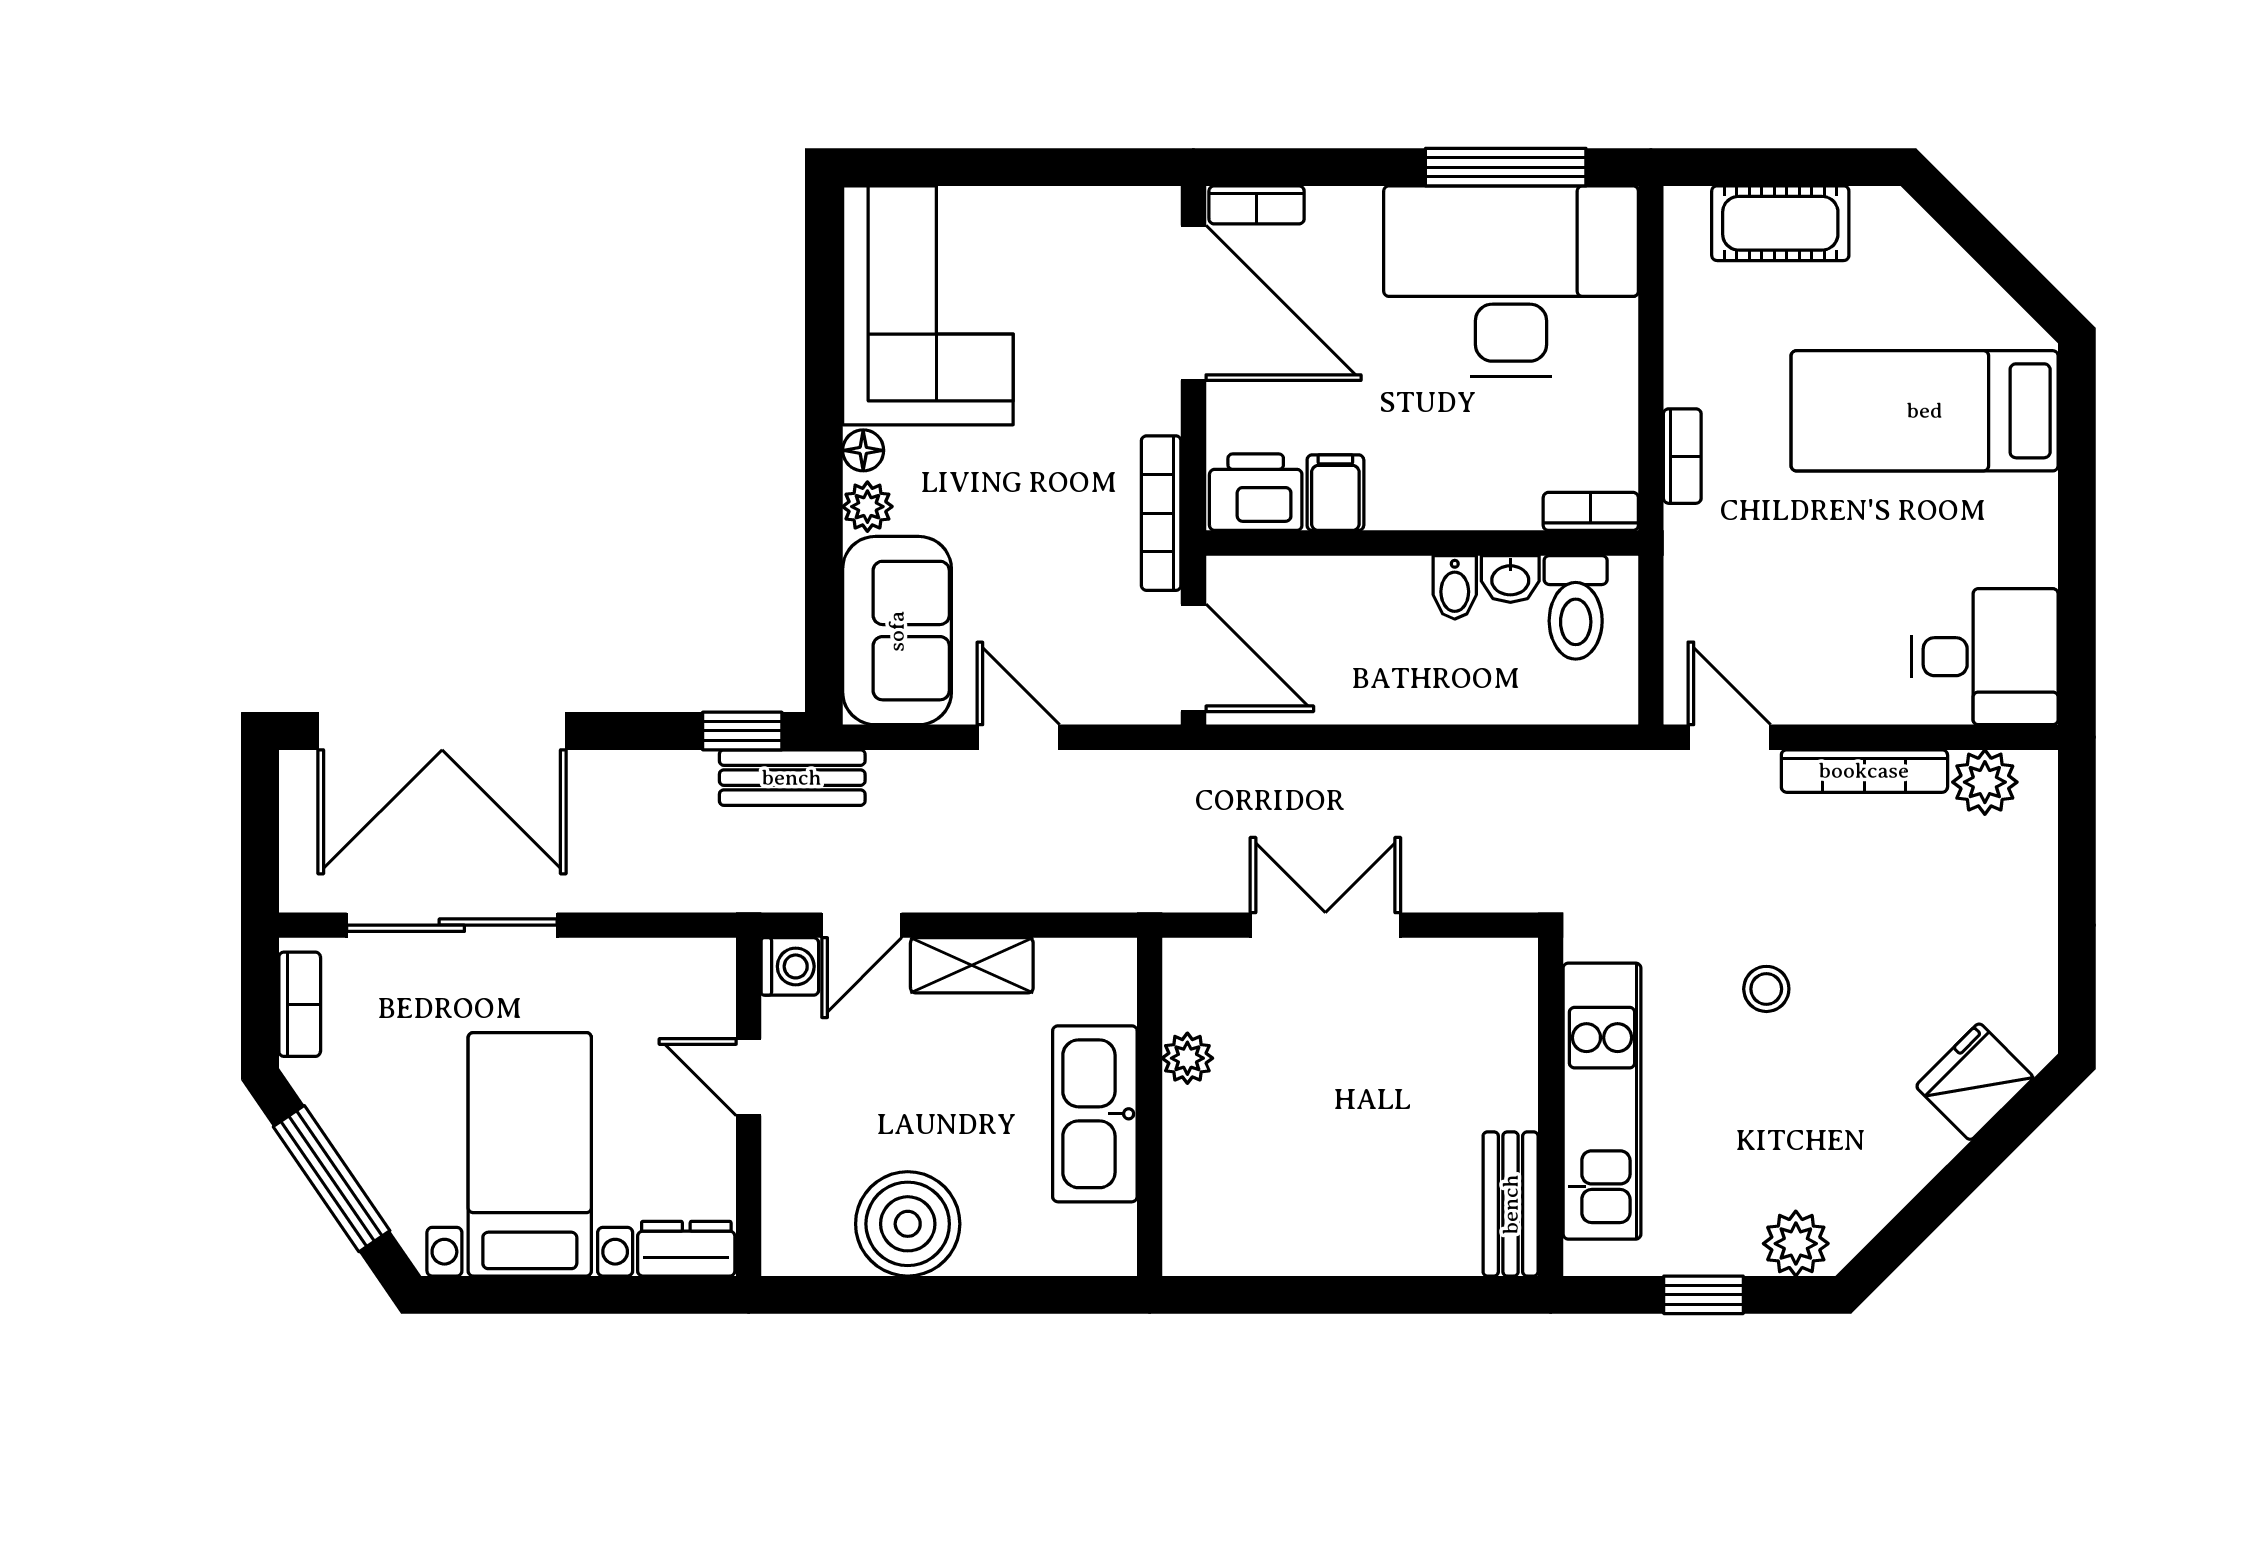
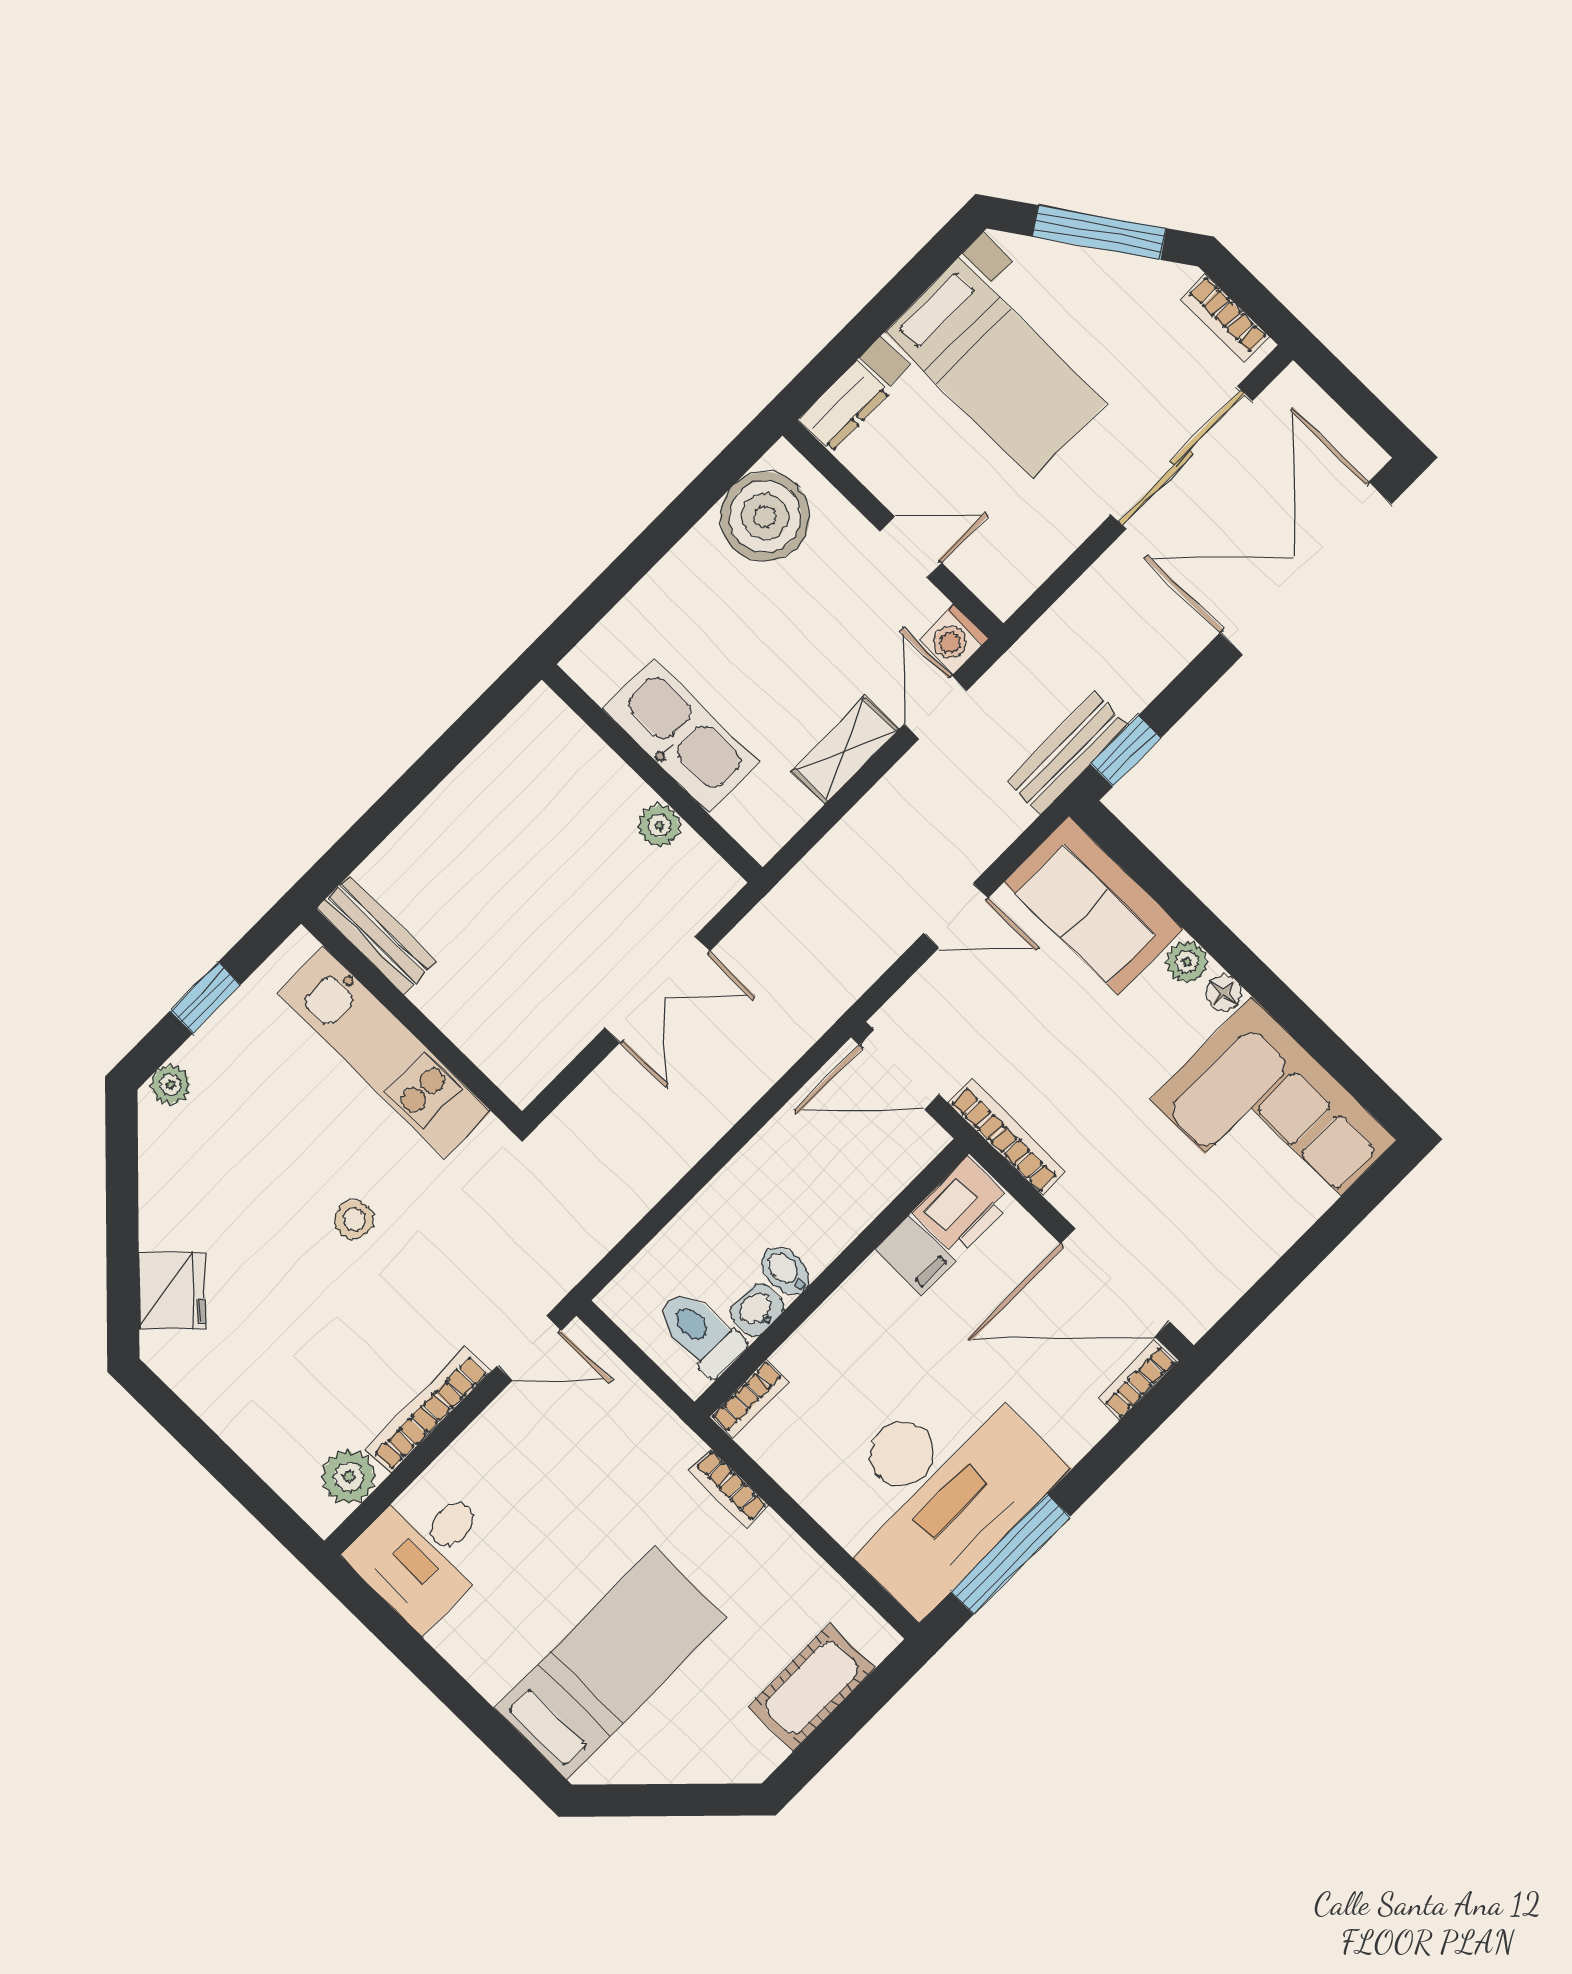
boiler: (908, 1224) -> (765, 517), moved
plant: (1796, 1244) -> (170, 1085), width x0.73, depth x0.73

